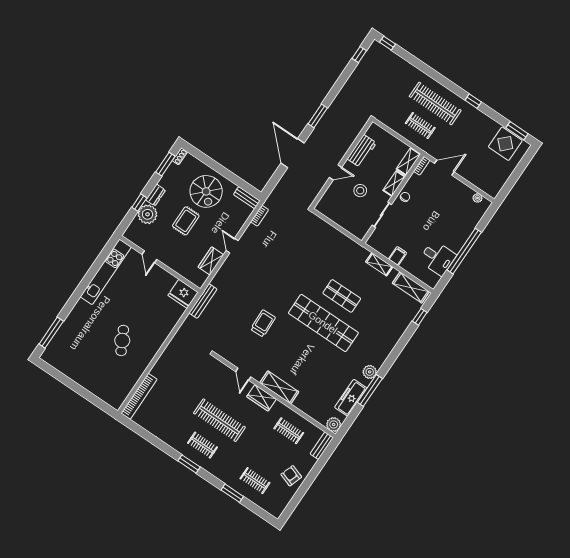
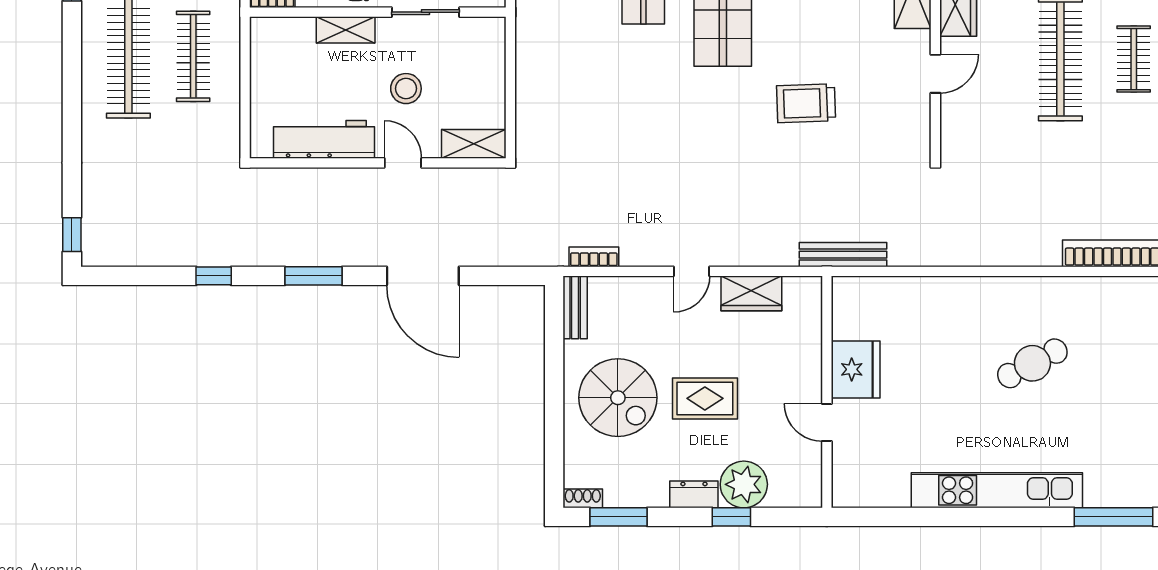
window: (359, 55) -> (214, 276), moved
clothes rail: (420, 126) -> (193, 56), width x1.36
workbench: (362, 151) -> (324, 139), width x1.38
door: (293, 153) -> (423, 276), hinge flipped
shelving: (408, 161) -> (474, 144), moved
spiral stairs: (206, 191) -> (618, 398), turned 90
door: (149, 257) -> (827, 423), swing flipped
kitchen unit: (106, 272) -> (997, 490), moved
fridge: (183, 294) -> (856, 369), moved

